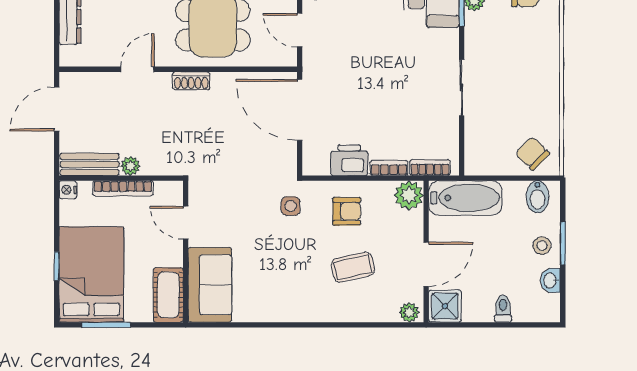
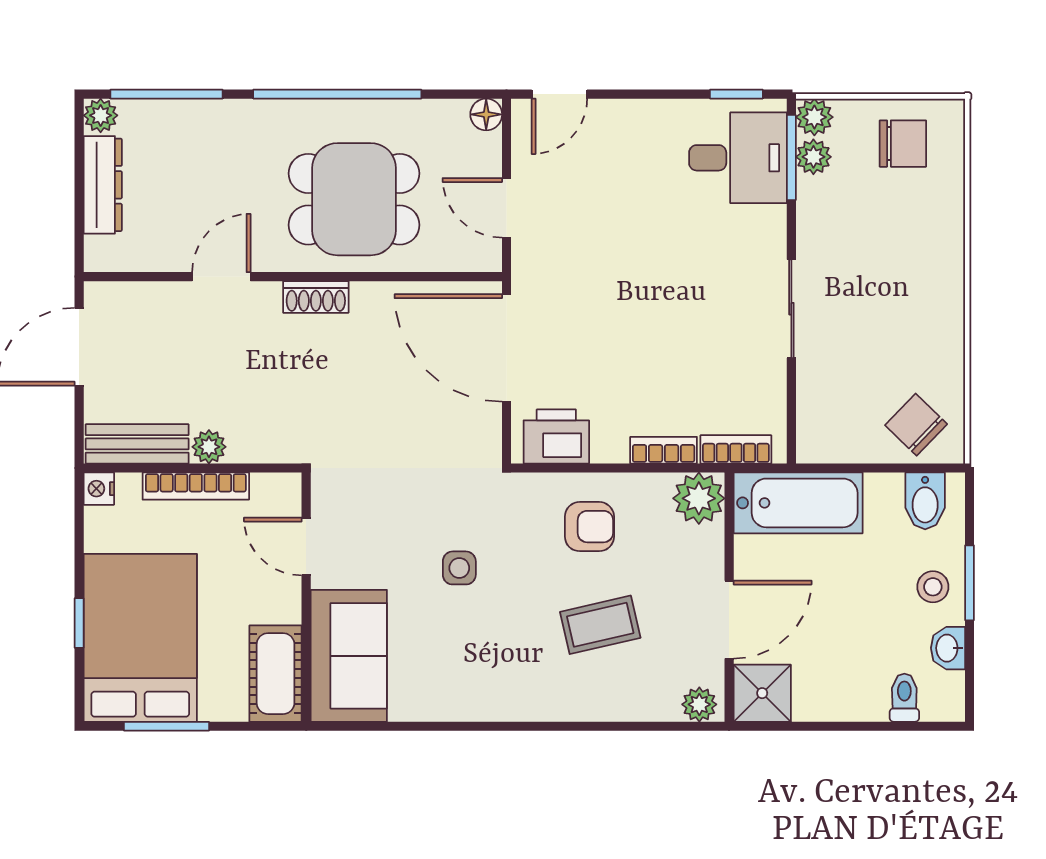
printer: (349, 160) -> (556, 437), moved
side table: (291, 206) -> (459, 568), moved
toilet: (503, 309) -> (904, 698), moved

